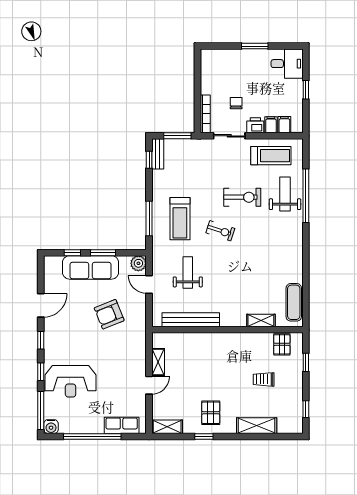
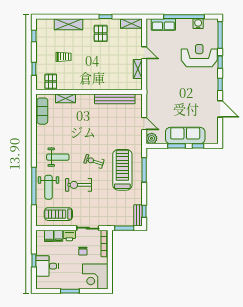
desk: (287, 64) -> (47, 266), moved
corner desk: (218, 67) -> (95, 276), added
treadmill: (180, 219) -> (122, 170), width x1.37, depth x1.38
weight bench: (188, 272) -> (58, 157), moved, turned -90
door: (41, 305) -> (220, 109), swing flipped
armchair: (109, 314) -> (172, 103), removed
door: (149, 385) -> (144, 53), swing flipped
water cooler: (51, 427) -> (198, 24), moved

